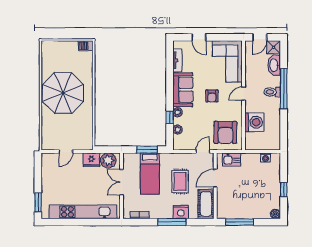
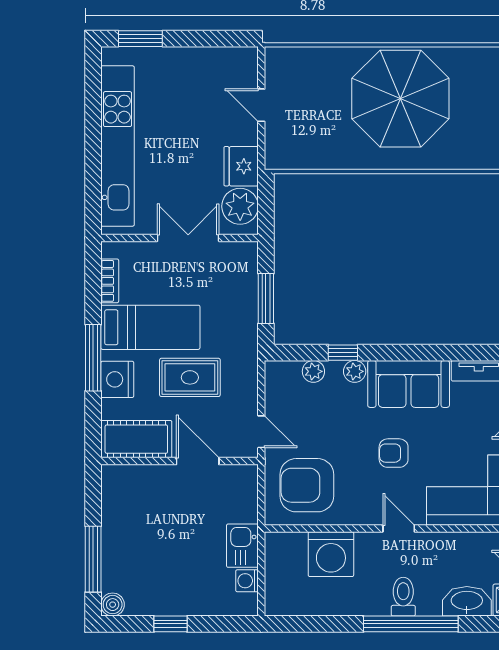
kitchen sink: (232, 159) -> (242, 546), moved
bed: (150, 174) -> (150, 327), moved, turned 180
window: (240, 222) -> (93, 559), moved

